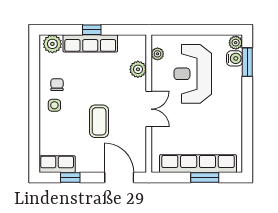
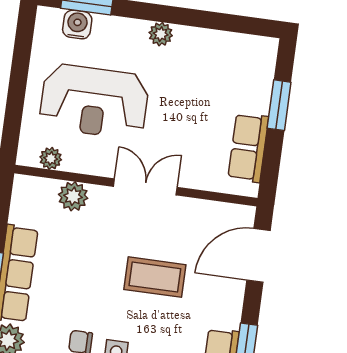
plant: (236, 43) -> (161, 34), moved
row of seats: (198, 164) -> (248, 148), width x0.50

